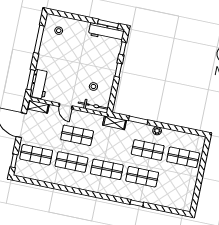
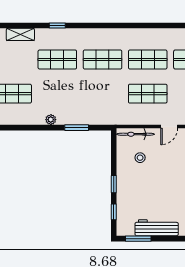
workbench: (106, 32) -> (157, 228), moved
door: (66, 106) -> (169, 127), swing flipped
shelving: (115, 123) -> (20, 34), moved
shop shelf: (148, 150) -> (57, 94), removed

